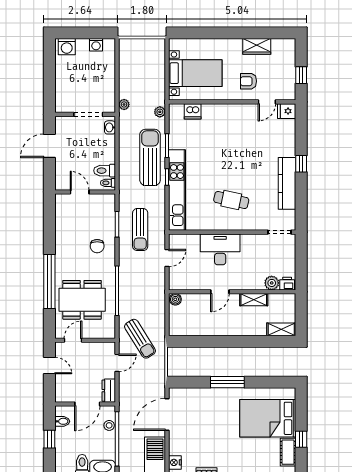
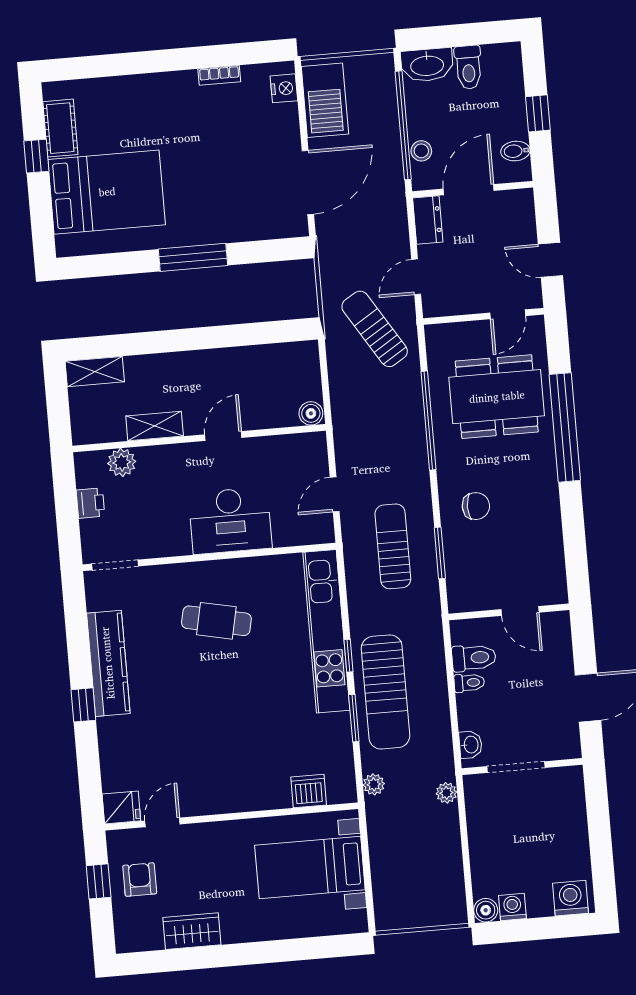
boiler: (109, 44) -> (486, 910), added
armchair: (248, 81) -> (140, 880), moved, turned -90
toilet: (108, 183) -> (469, 683), moved
chair: (97, 246) -> (476, 506), turned 90
printer: (287, 284) -> (90, 503), moved, turned -90

